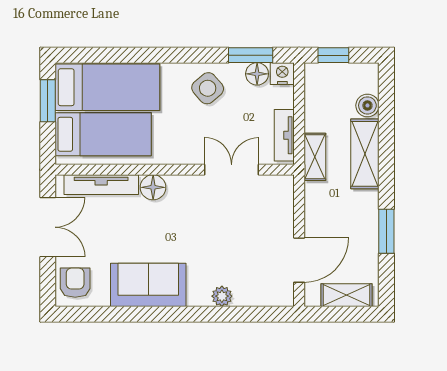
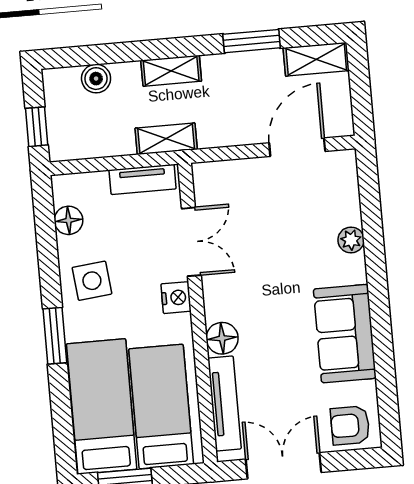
window: (251, 55) -> (55, 336), moved
nightstand: (282, 74) -> (176, 298), moved, turned 180
side table: (208, 88) -> (92, 281), turned 35
shelving: (365, 154) -> (171, 71), width x0.67, depth x0.75
double door: (232, 170) -> (191, 242), swing flipped
door: (299, 260) -> (297, 147), hinge flipped
shelving: (346, 295) -> (316, 59), moved, turned 90

